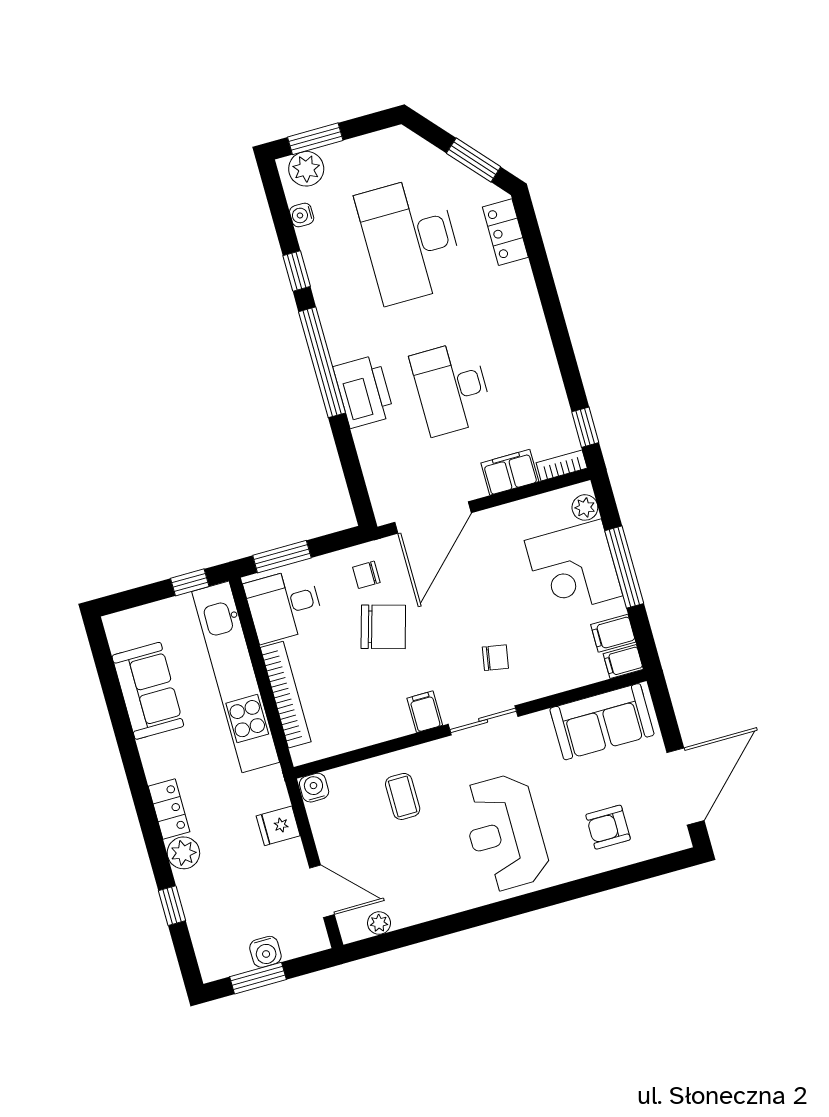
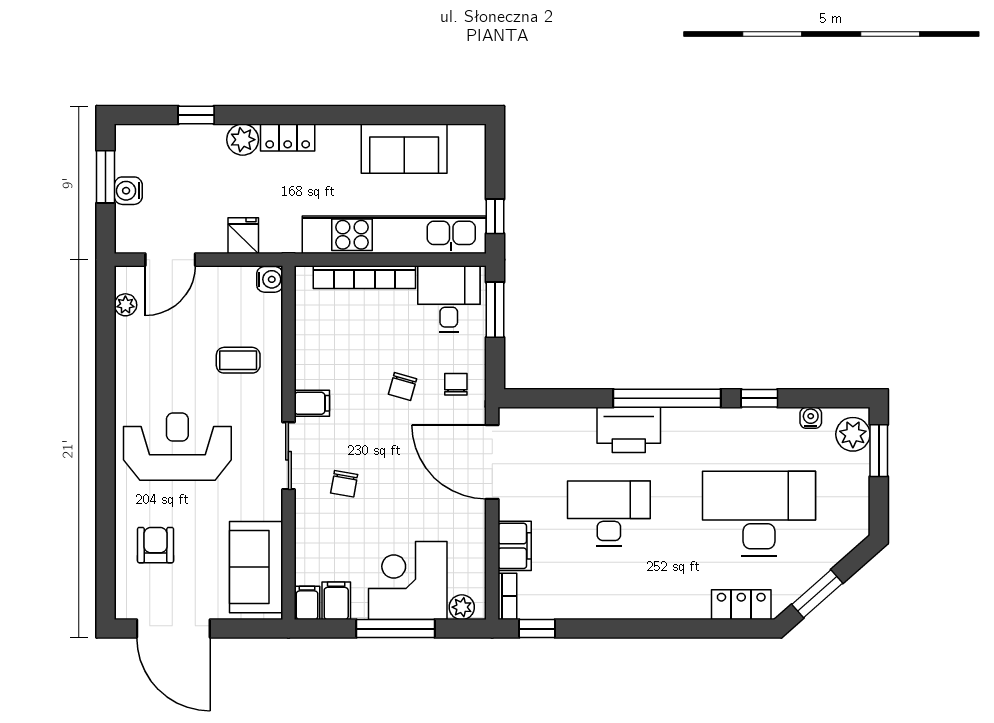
chair: (383, 627) -> (403, 387), width x0.54, depth x0.54

